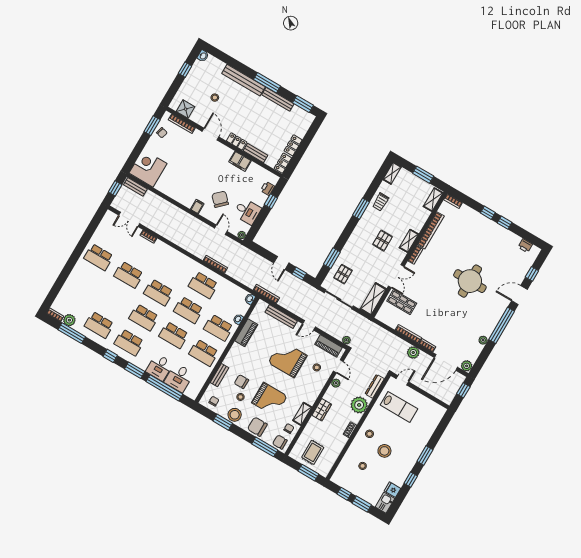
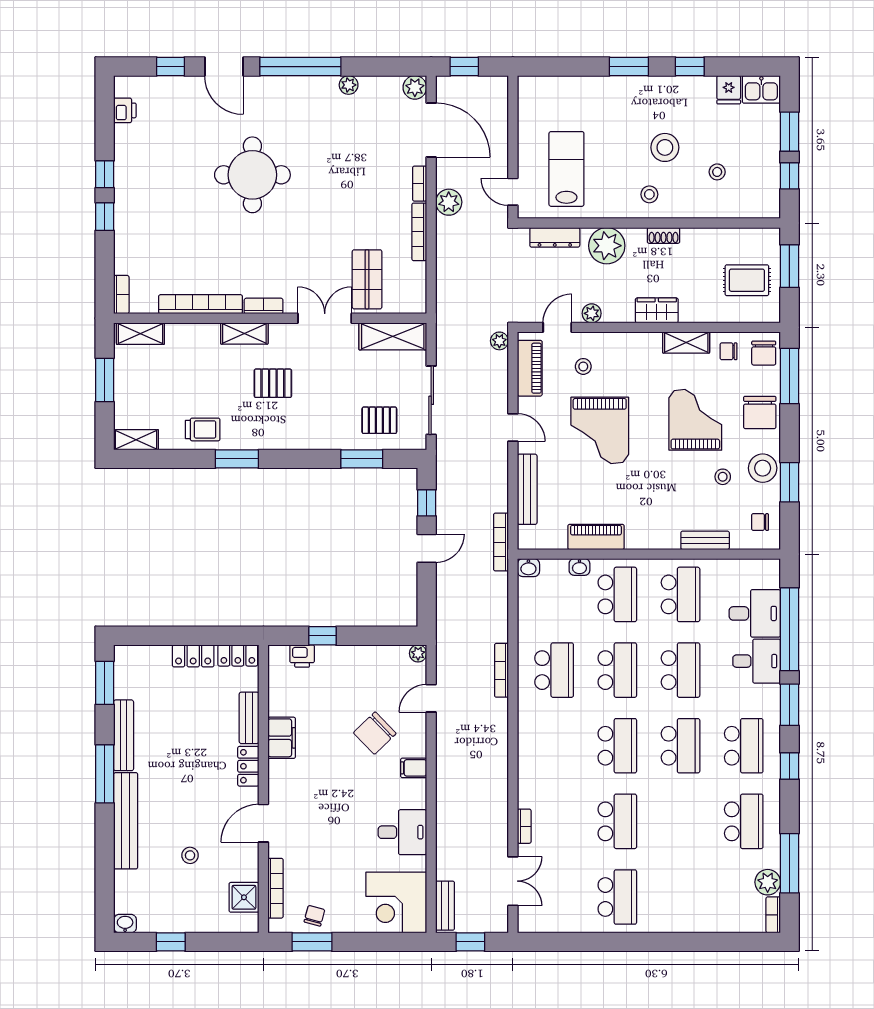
desk: (247, 211) -> (402, 832), moved, turned 90
chair: (241, 382) -> (693, 492), removed

